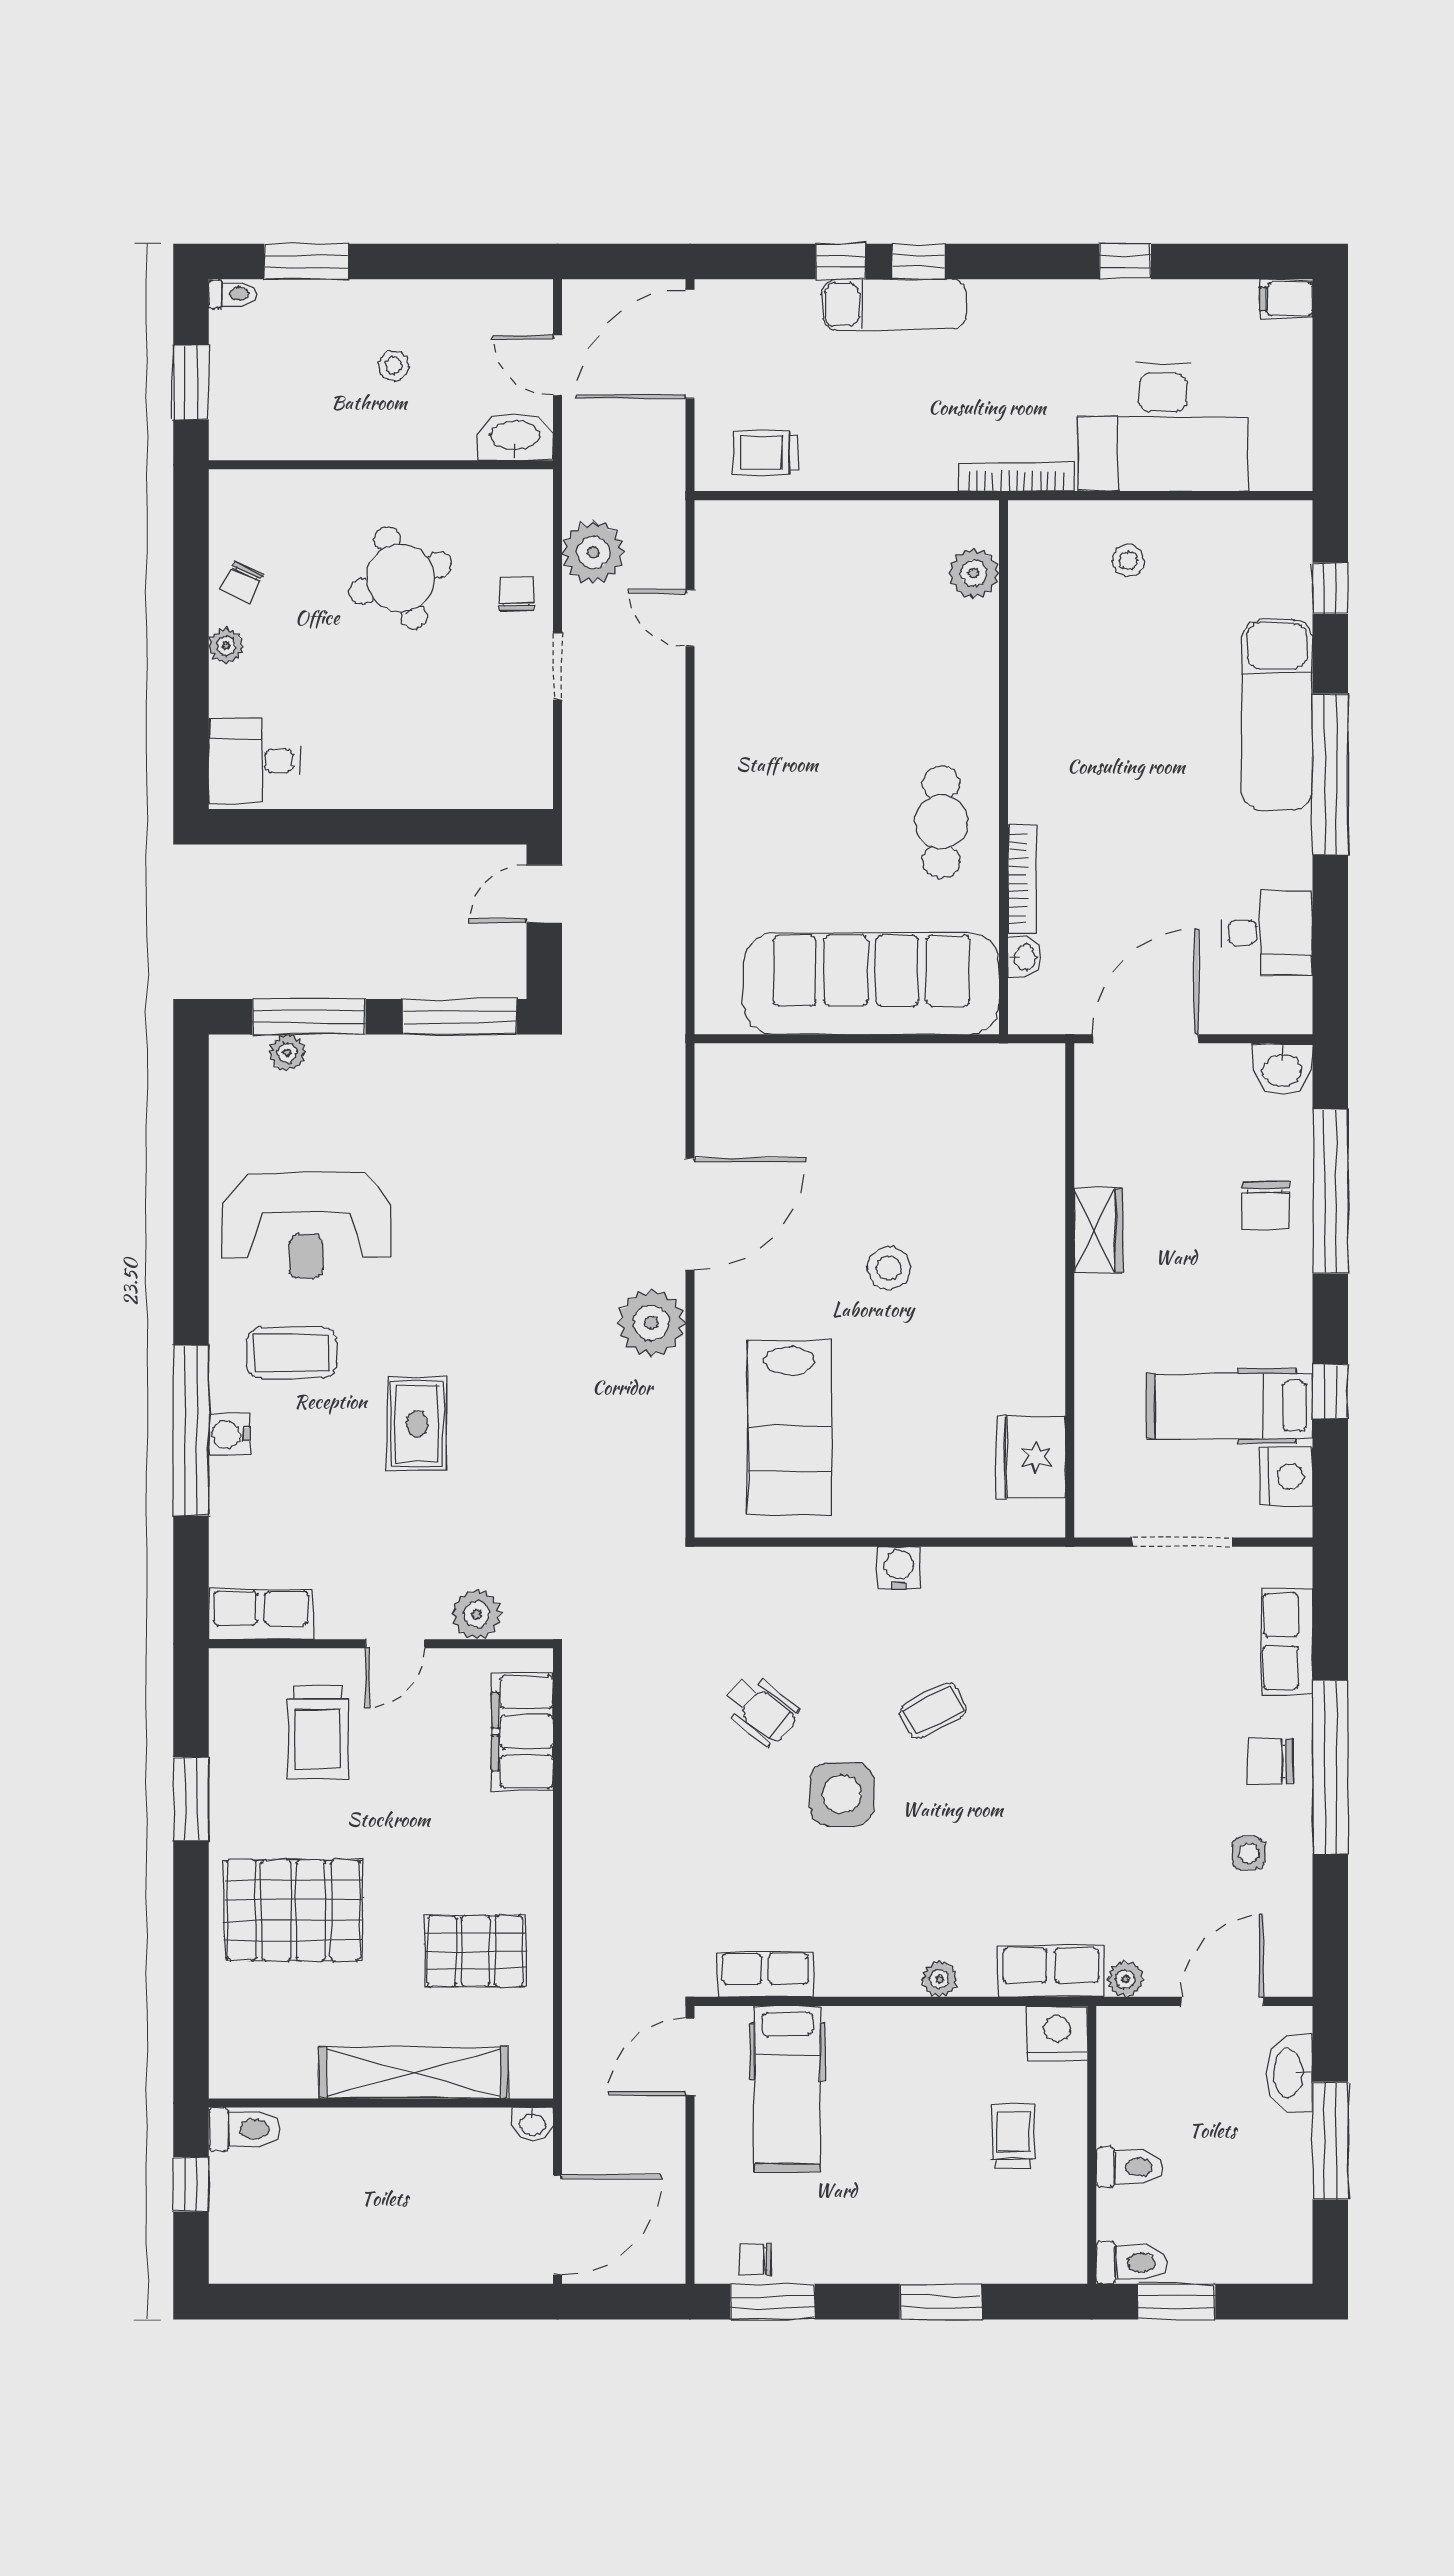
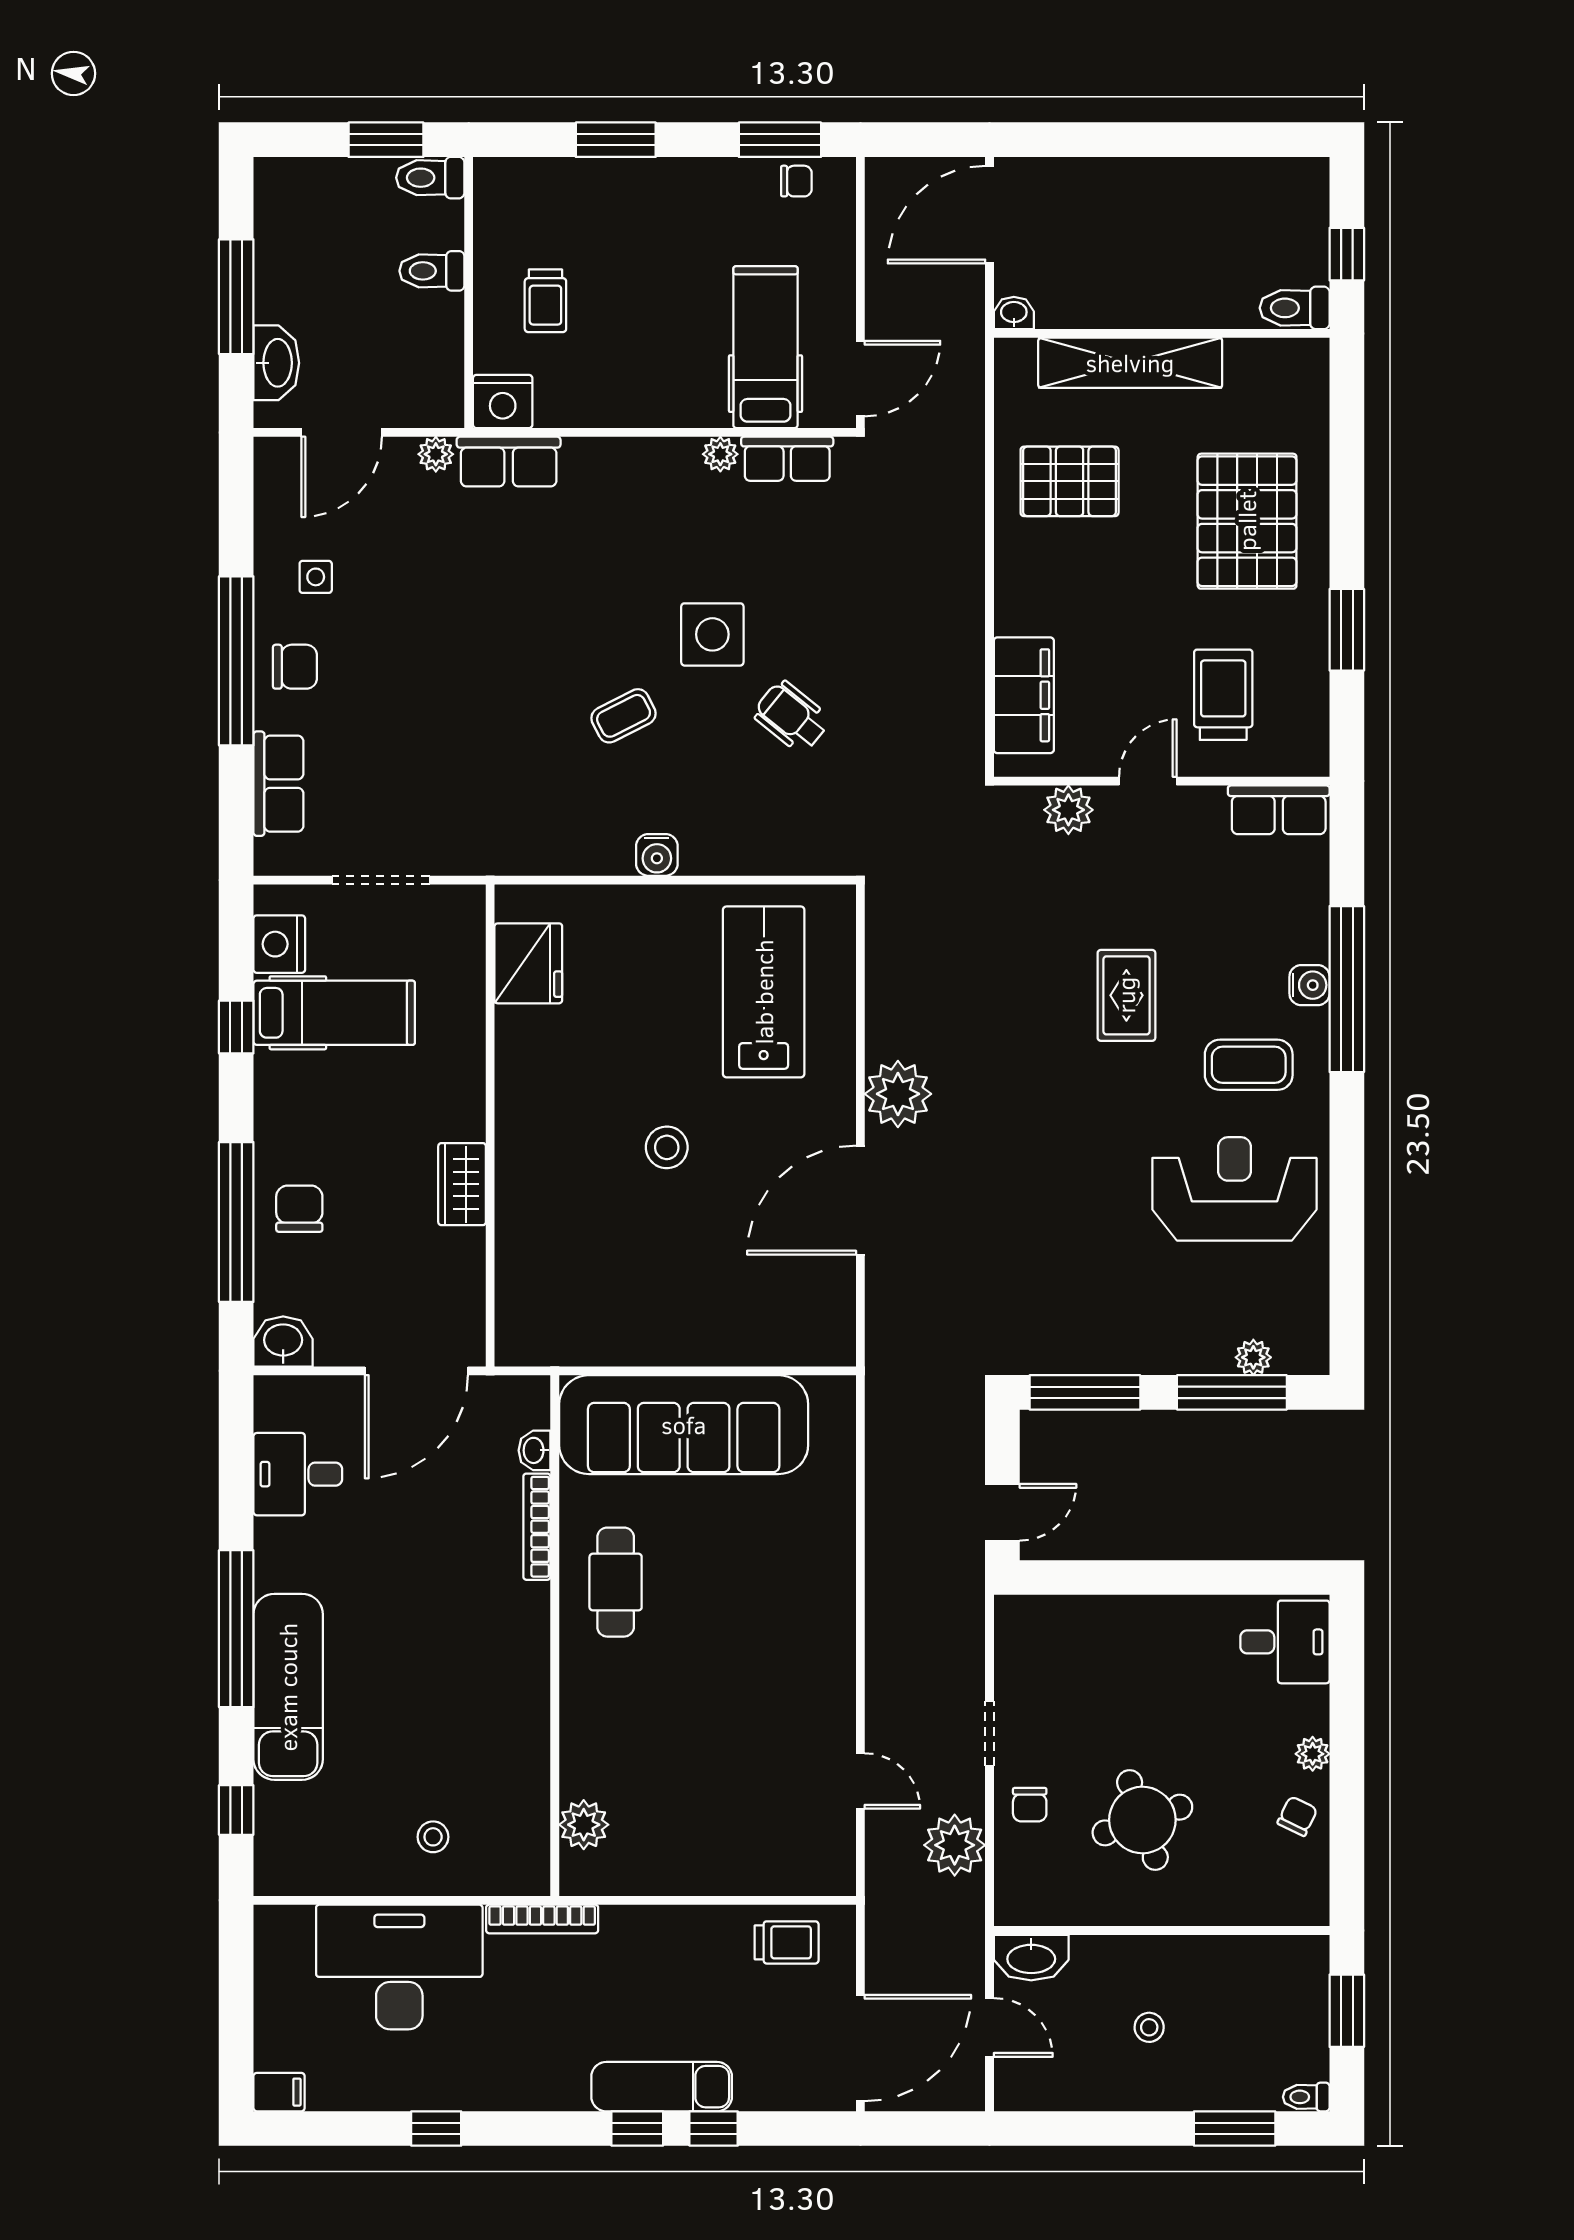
pallet: (293, 1910) -> (1247, 521), turned 90
plant: (940, 1979) -> (720, 454), moved

